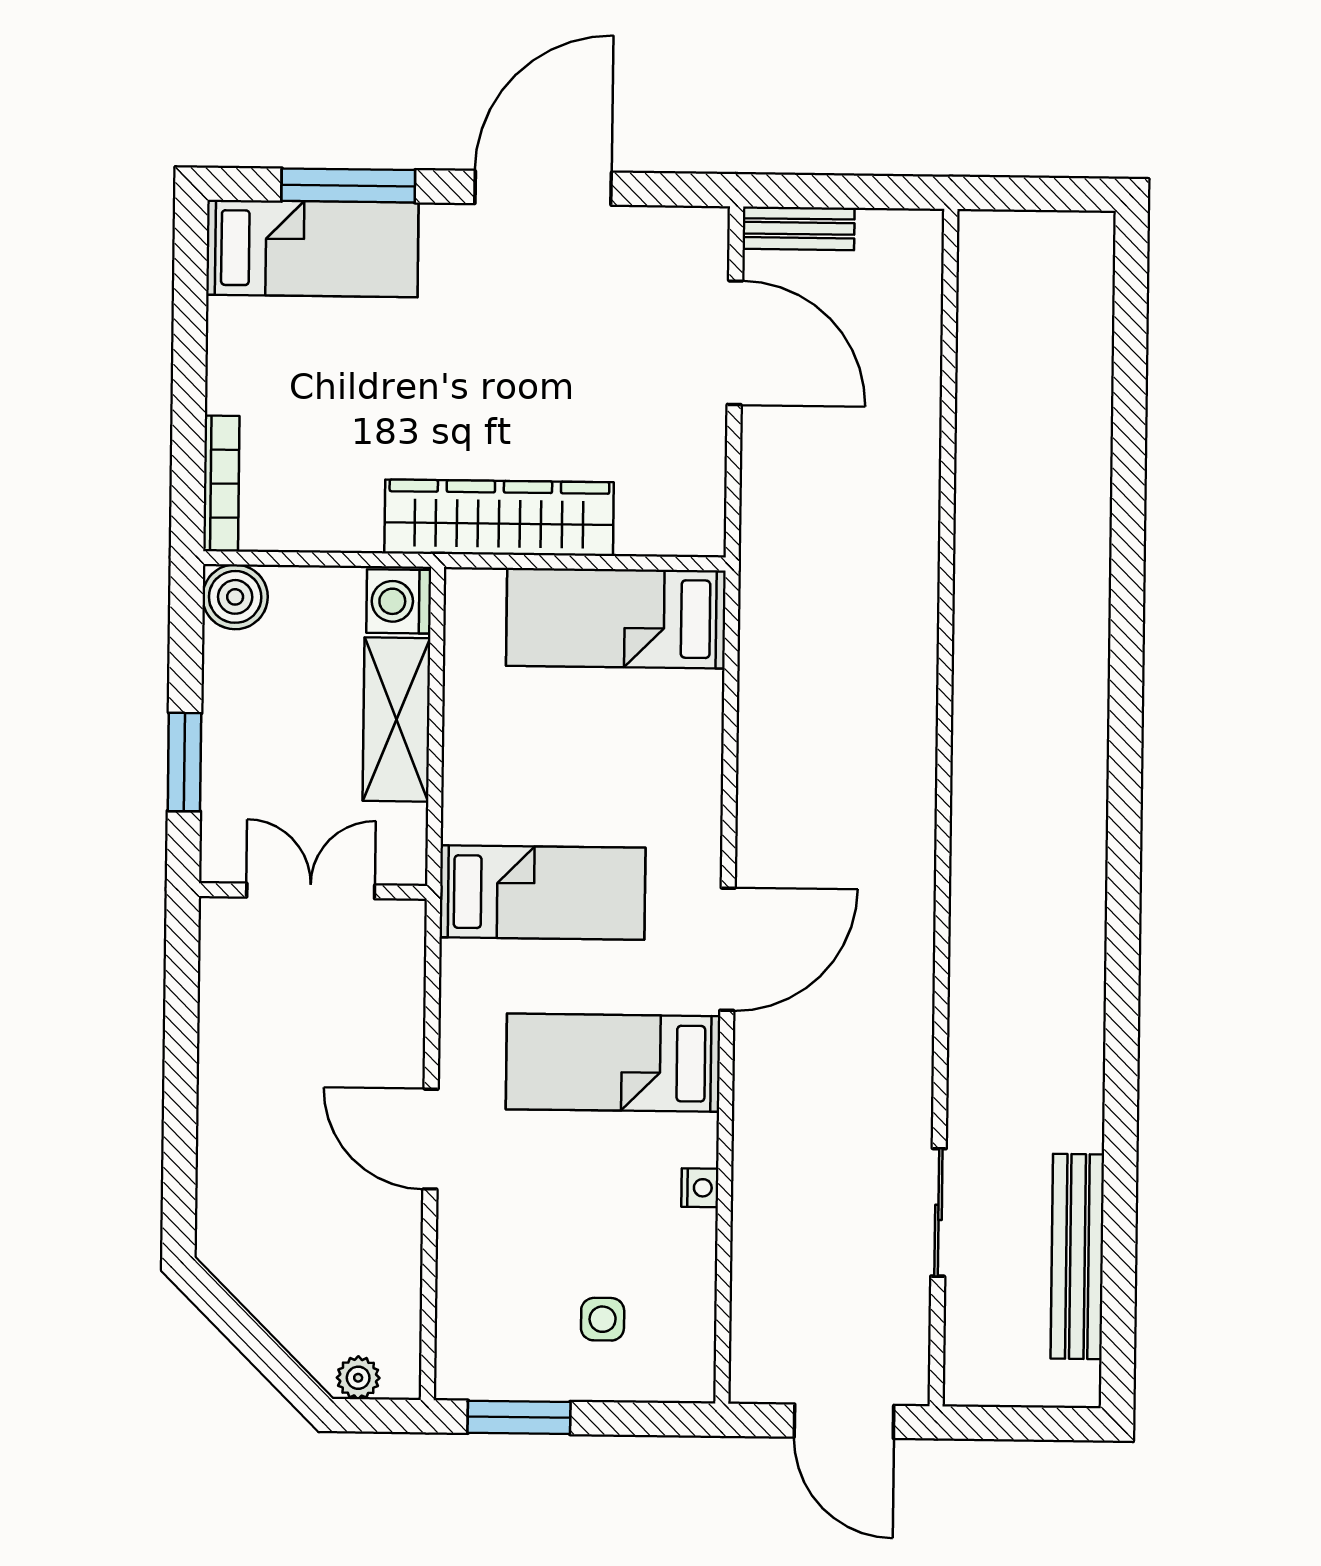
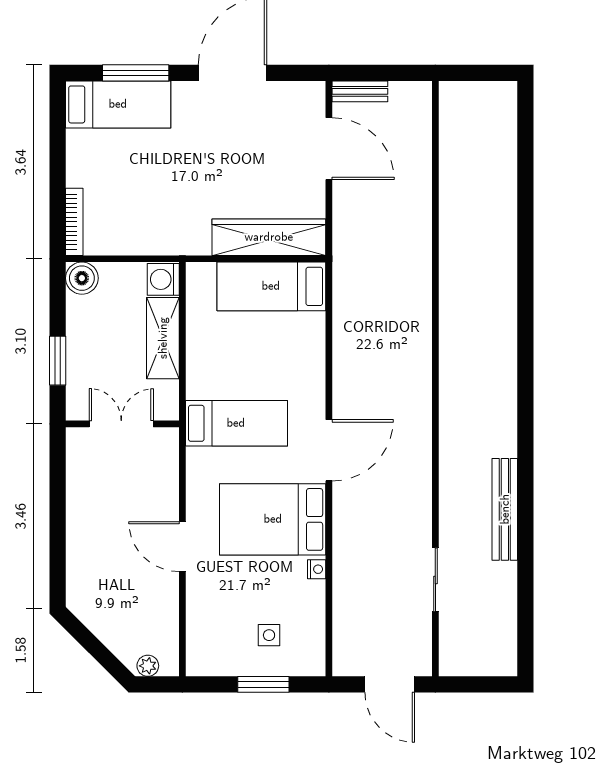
wardrobe: (499, 518) -> (269, 237), moved
bed: (613, 1063) -> (273, 519), width x1.50
bench: (1077, 1256) -> (505, 509), moved
window: (519, 1417) -> (263, 684), moved

